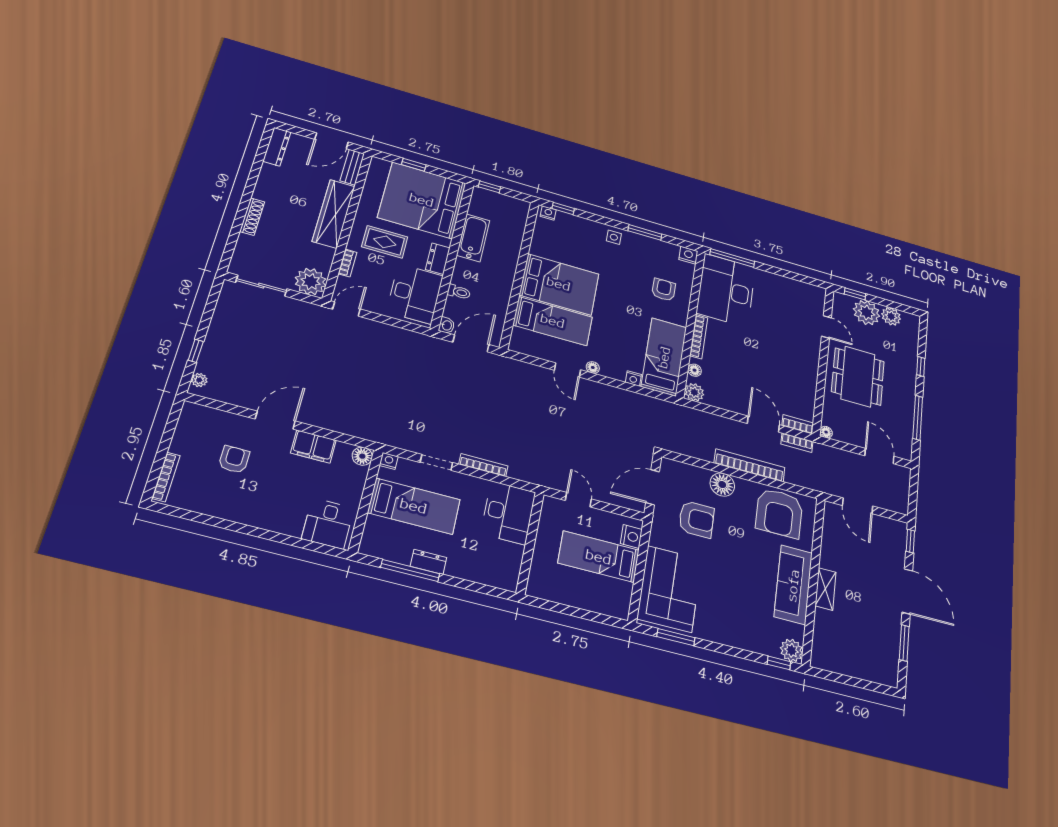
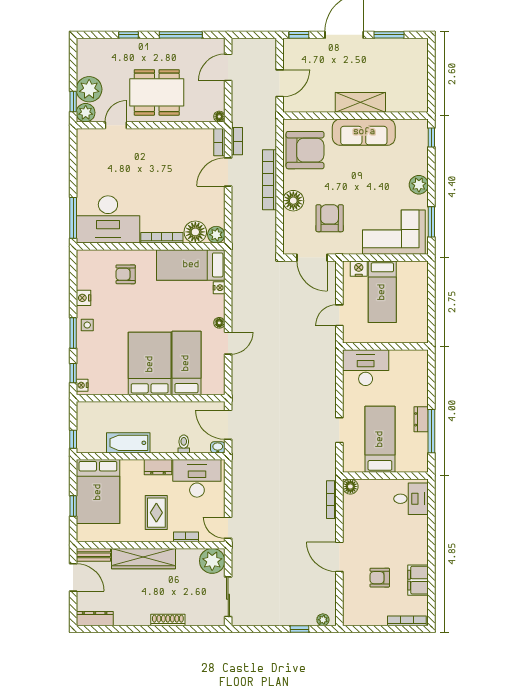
bed: (422, 200) -> (98, 492), width x0.73
window: (645, 232) -> (73, 333), moved
nightstand: (688, 255) -> (83, 298), moved
plant: (891, 316) -> (86, 113), moved
floor lamp: (695, 370) -> (195, 232), width x1.89, depth x1.89
filing cabinet: (313, 447) -> (418, 580), moved, turned 180
nightstand: (389, 461) -> (349, 466), removed
bookcase: (483, 465) -> (331, 500), moved
shelving: (825, 589) -> (360, 102), width x1.50, depth x1.33
plant: (791, 650) -> (419, 185), moved

